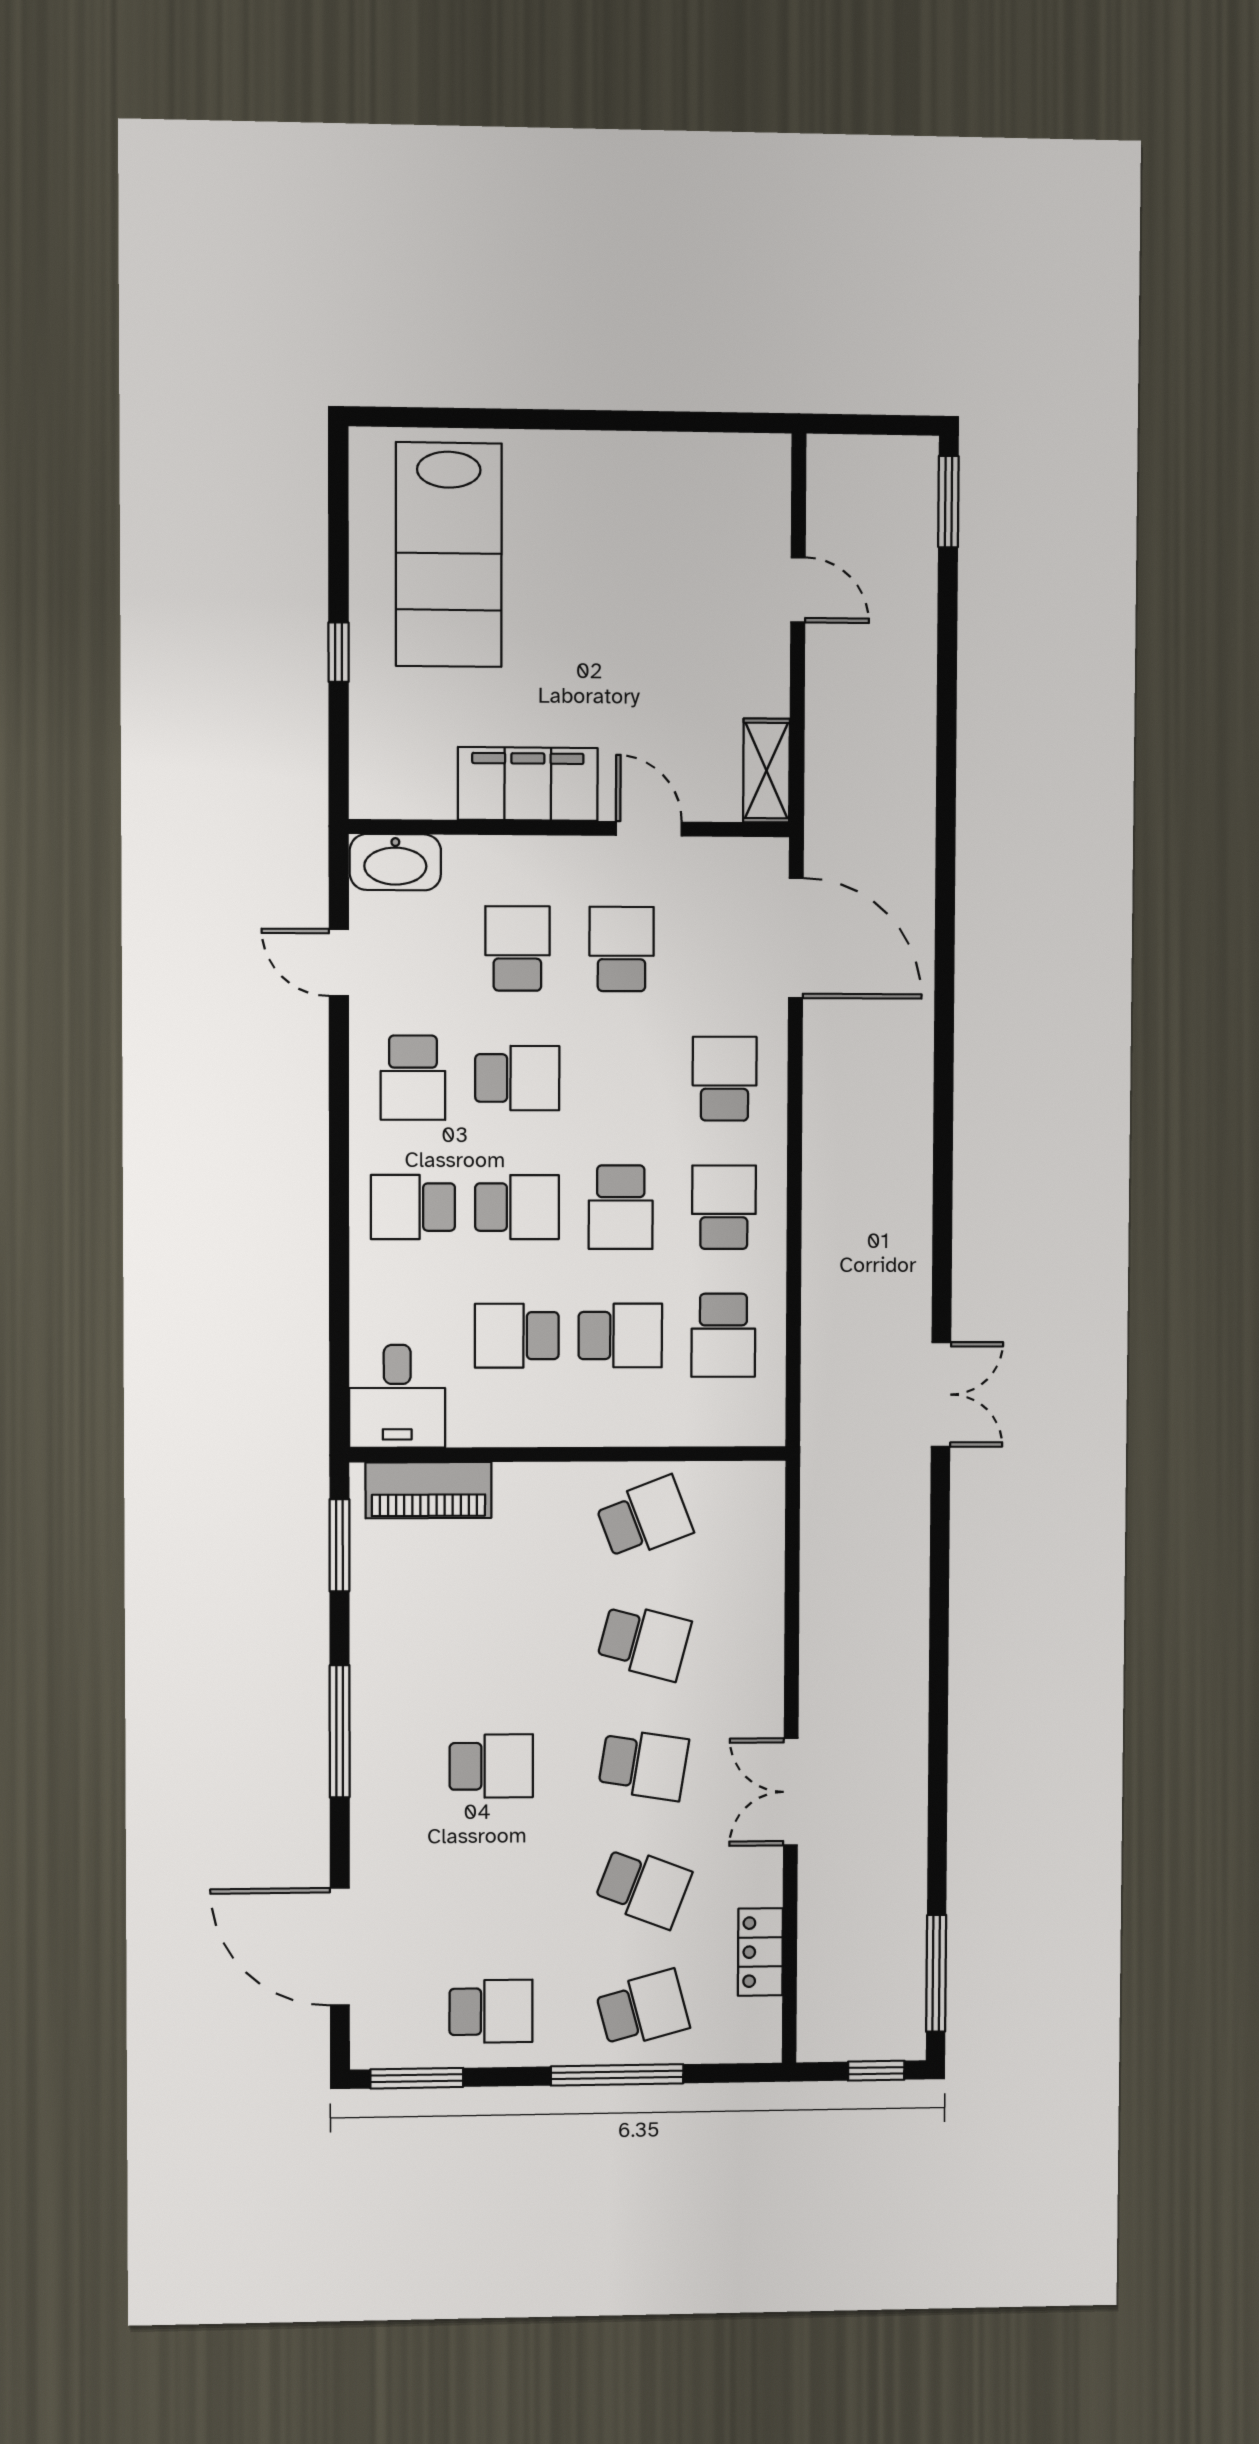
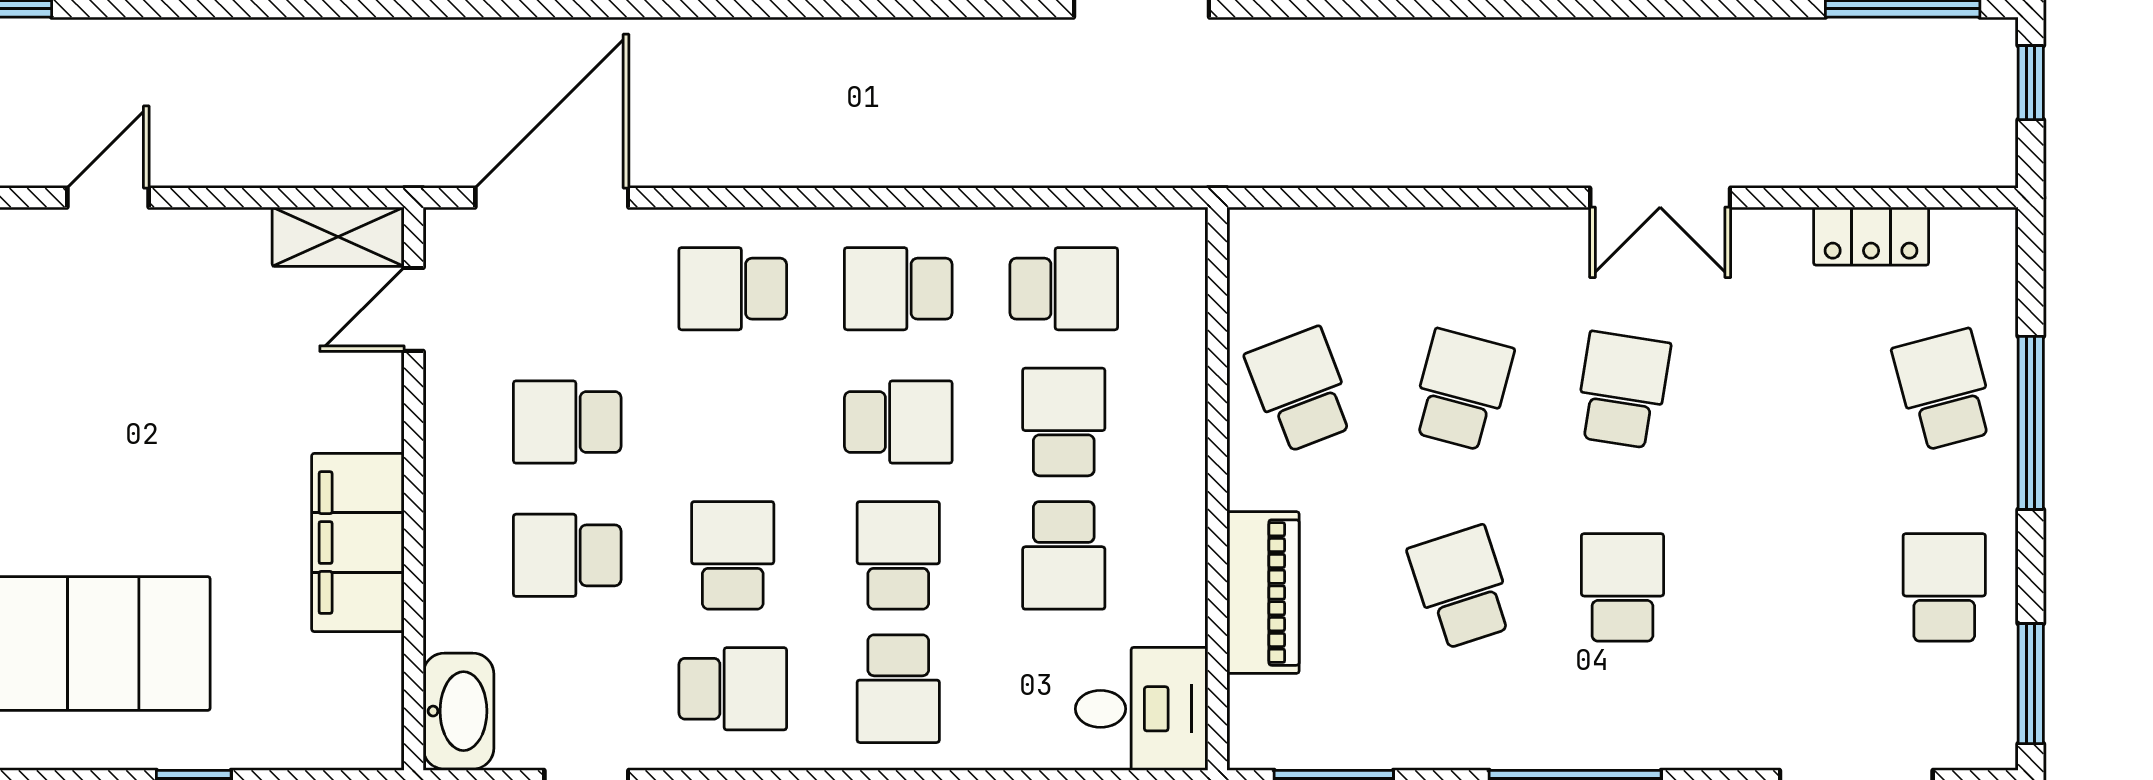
door: (649, 829) -> (414, 309), moved
piano: (428, 1490) -> (1263, 593), moved
school desk: (643, 1887) -> (1462, 587), moved, turned -39

